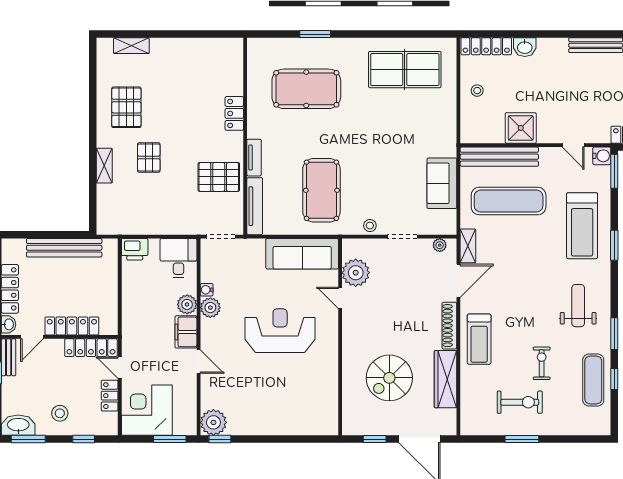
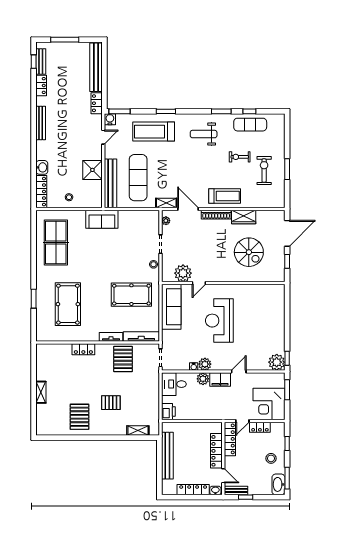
shelving: (131, 46) -> (41, 392), moved
pallet: (126, 107) -> (79, 417), turned 90
shelving: (104, 166) -> (138, 431), moved
sofa: (442, 183) -> (102, 219), moved
treadmill: (582, 226) -> (154, 132), turned 180
wardrobe: (446, 379) -> (244, 217), width x0.67

